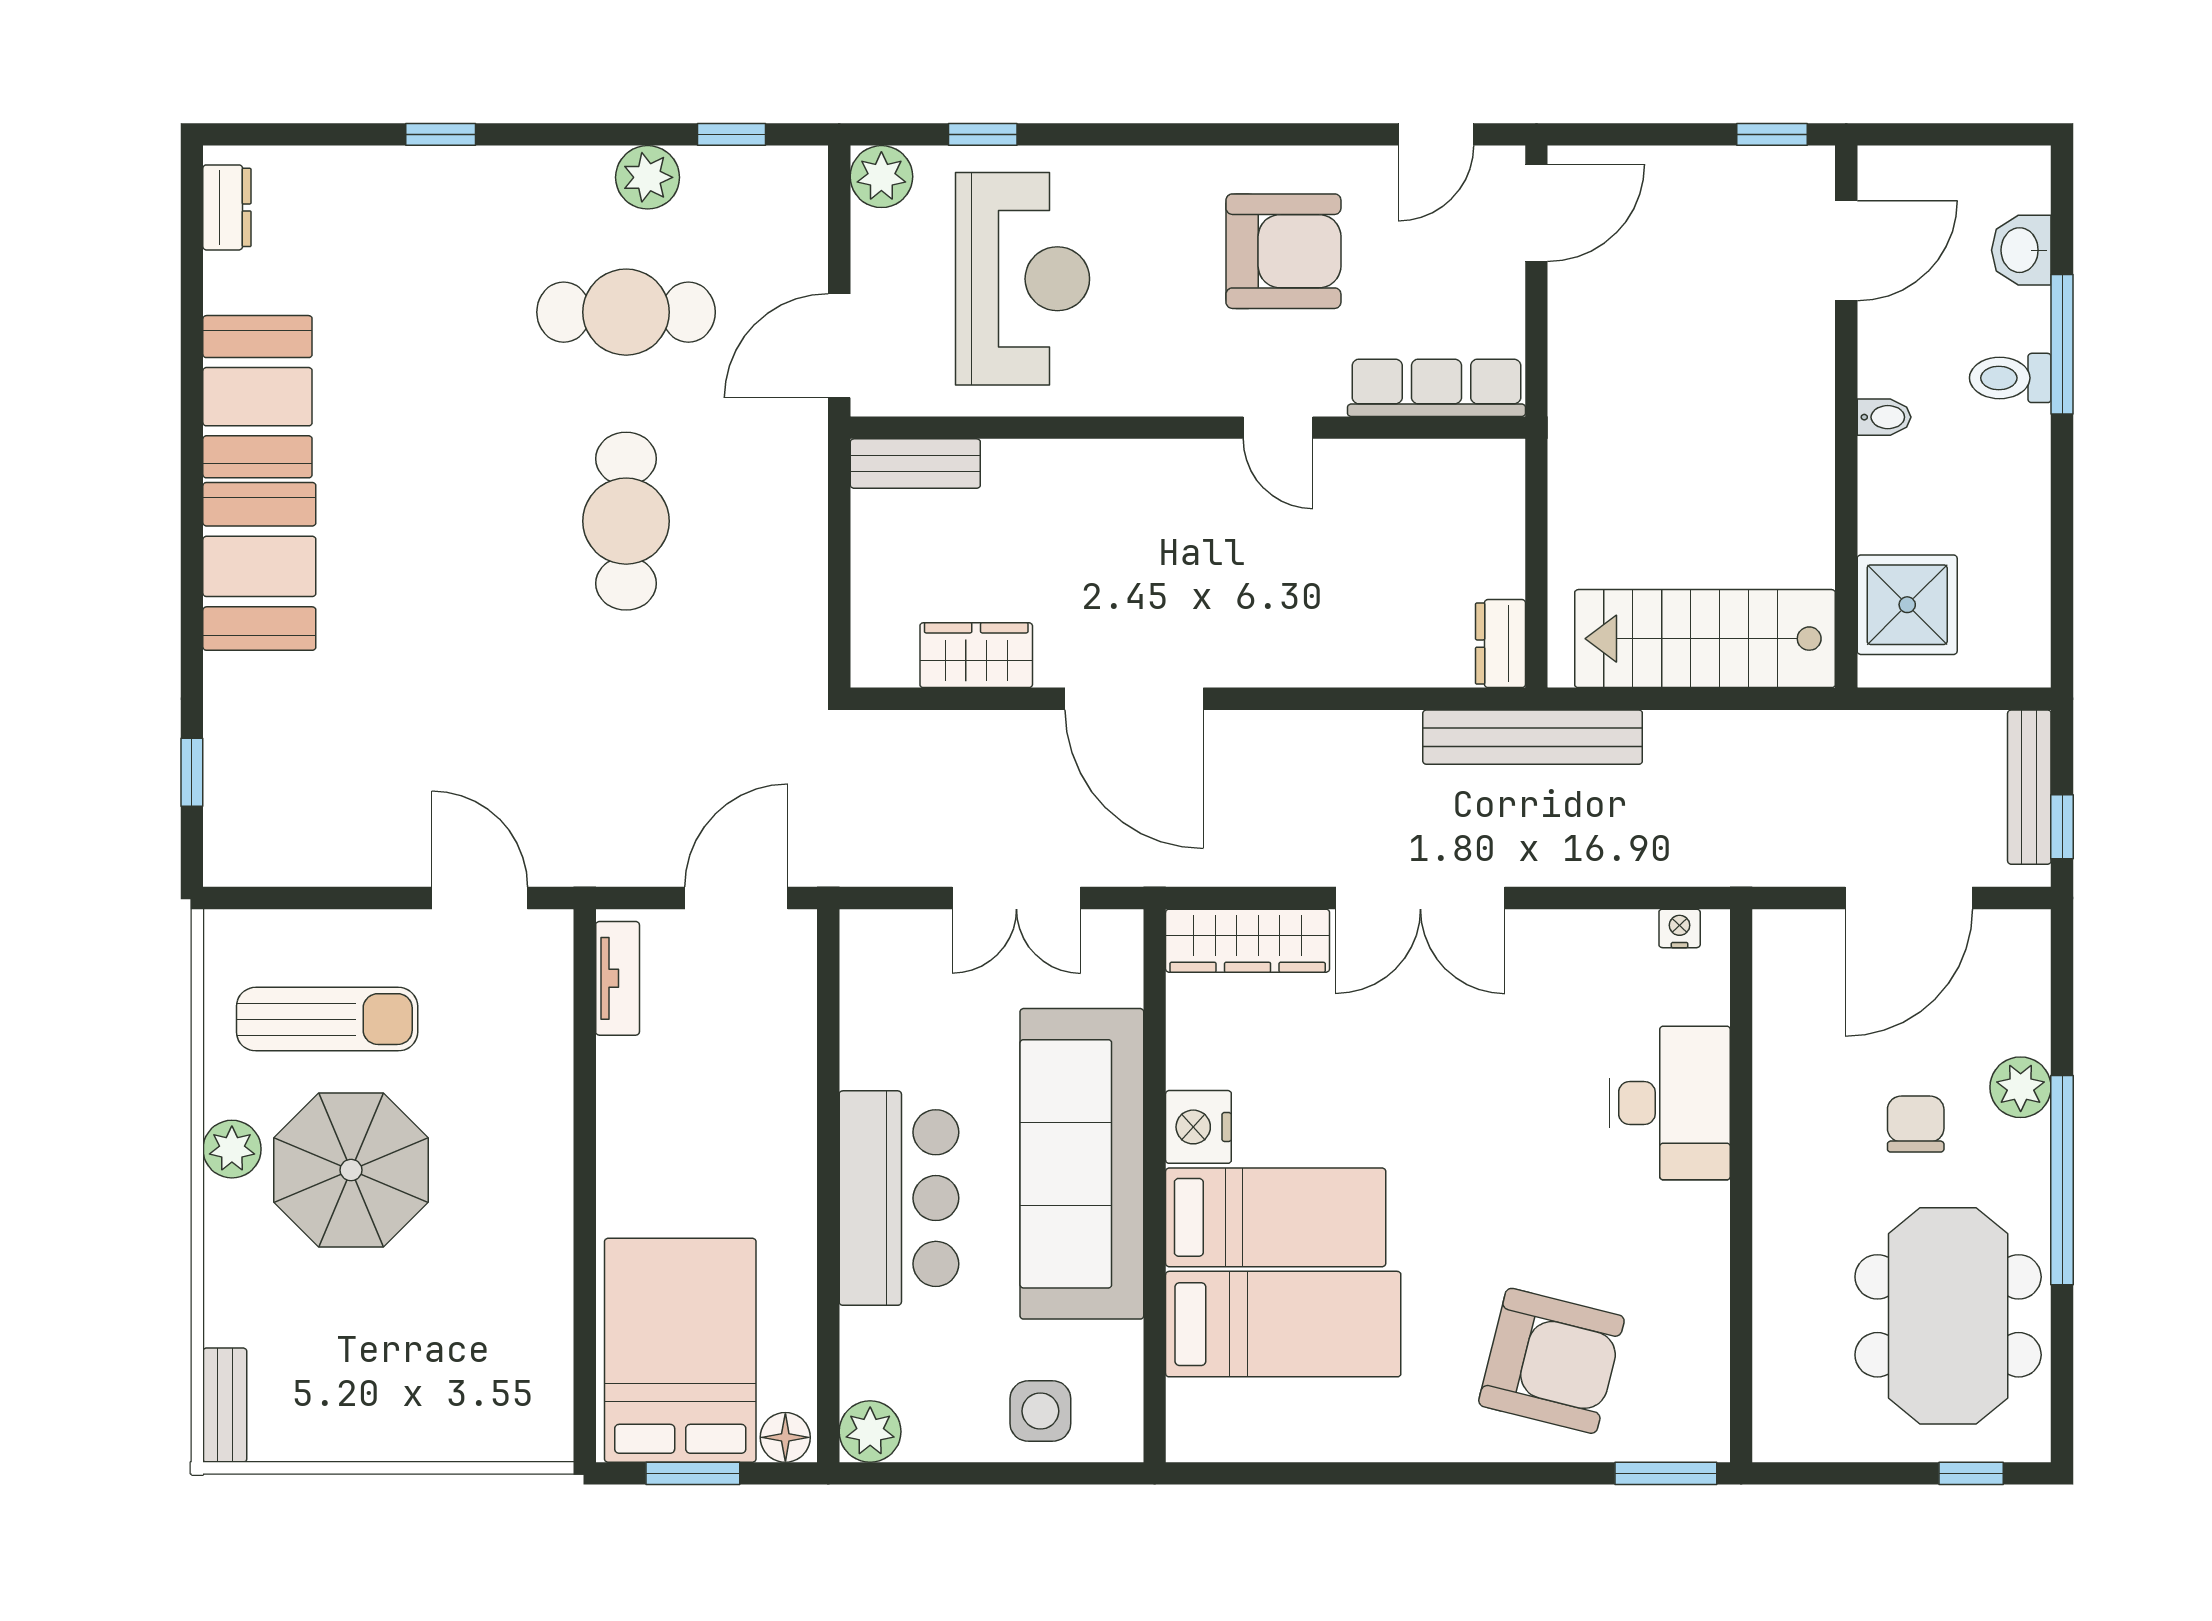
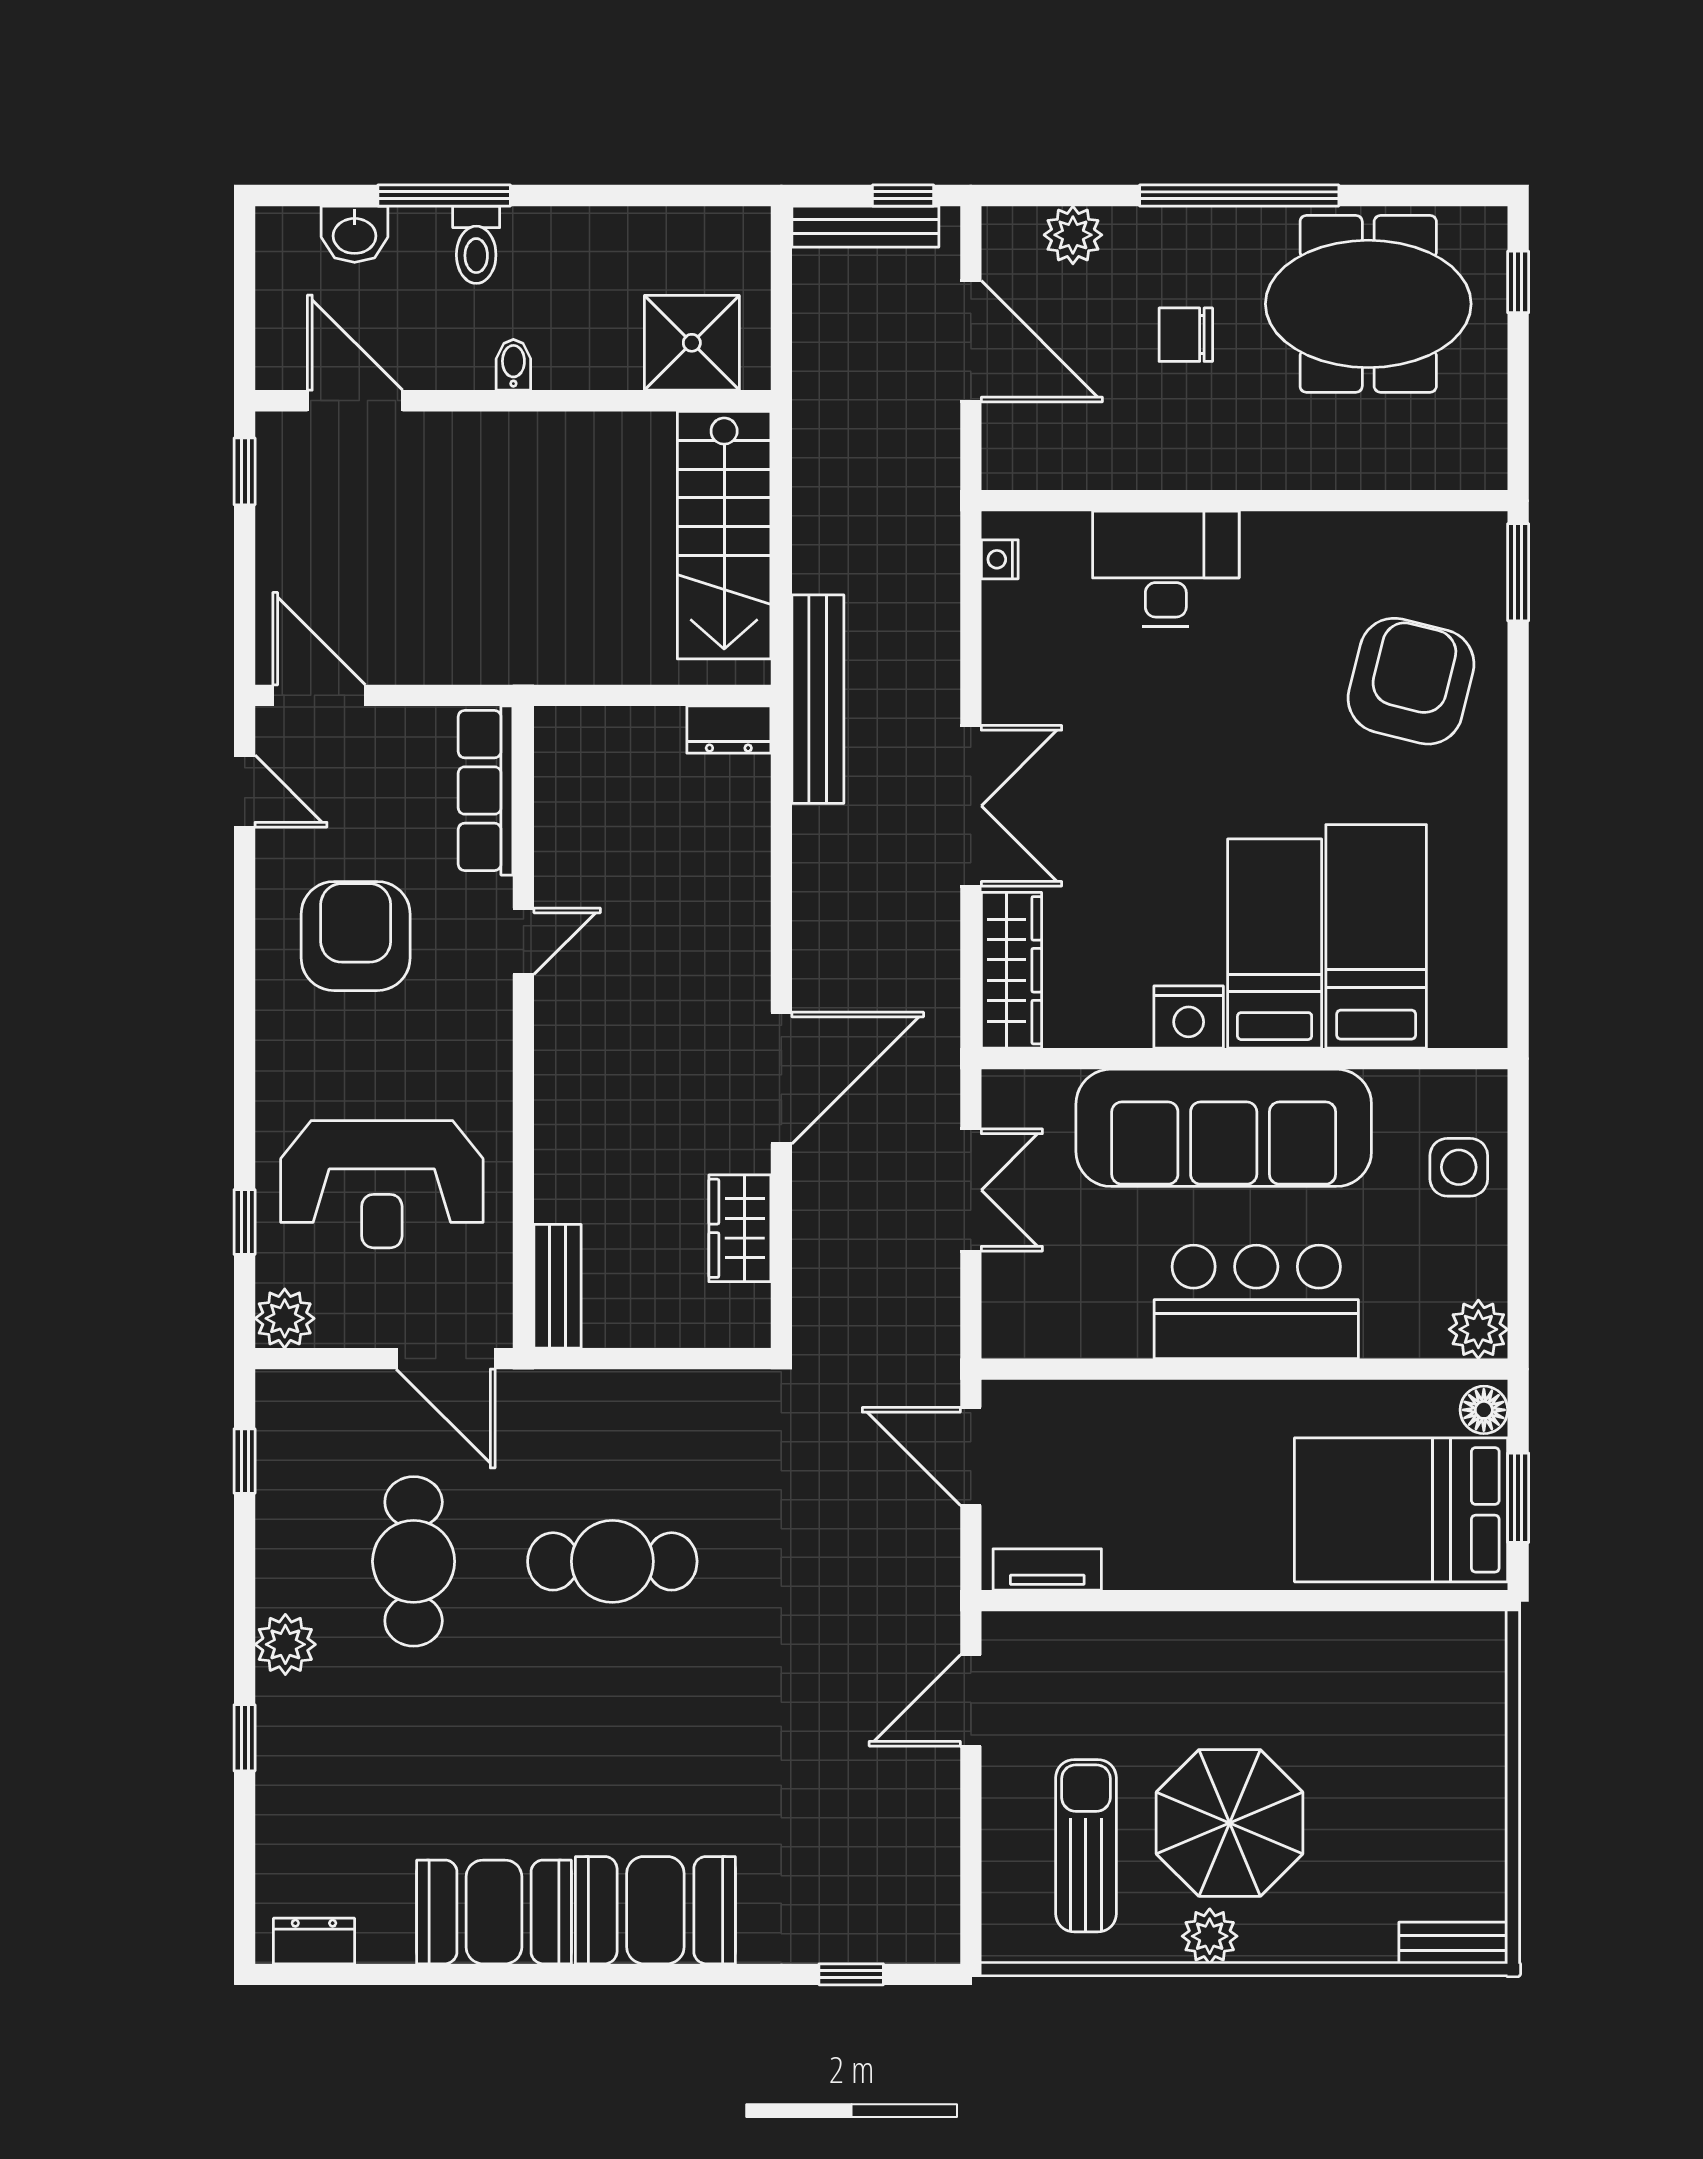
plant: (648, 177) -> (285, 1644), moved
reception desk: (1023, 279) -> (382, 1184), turned 180
plant: (2021, 1087) -> (1073, 235), moved

